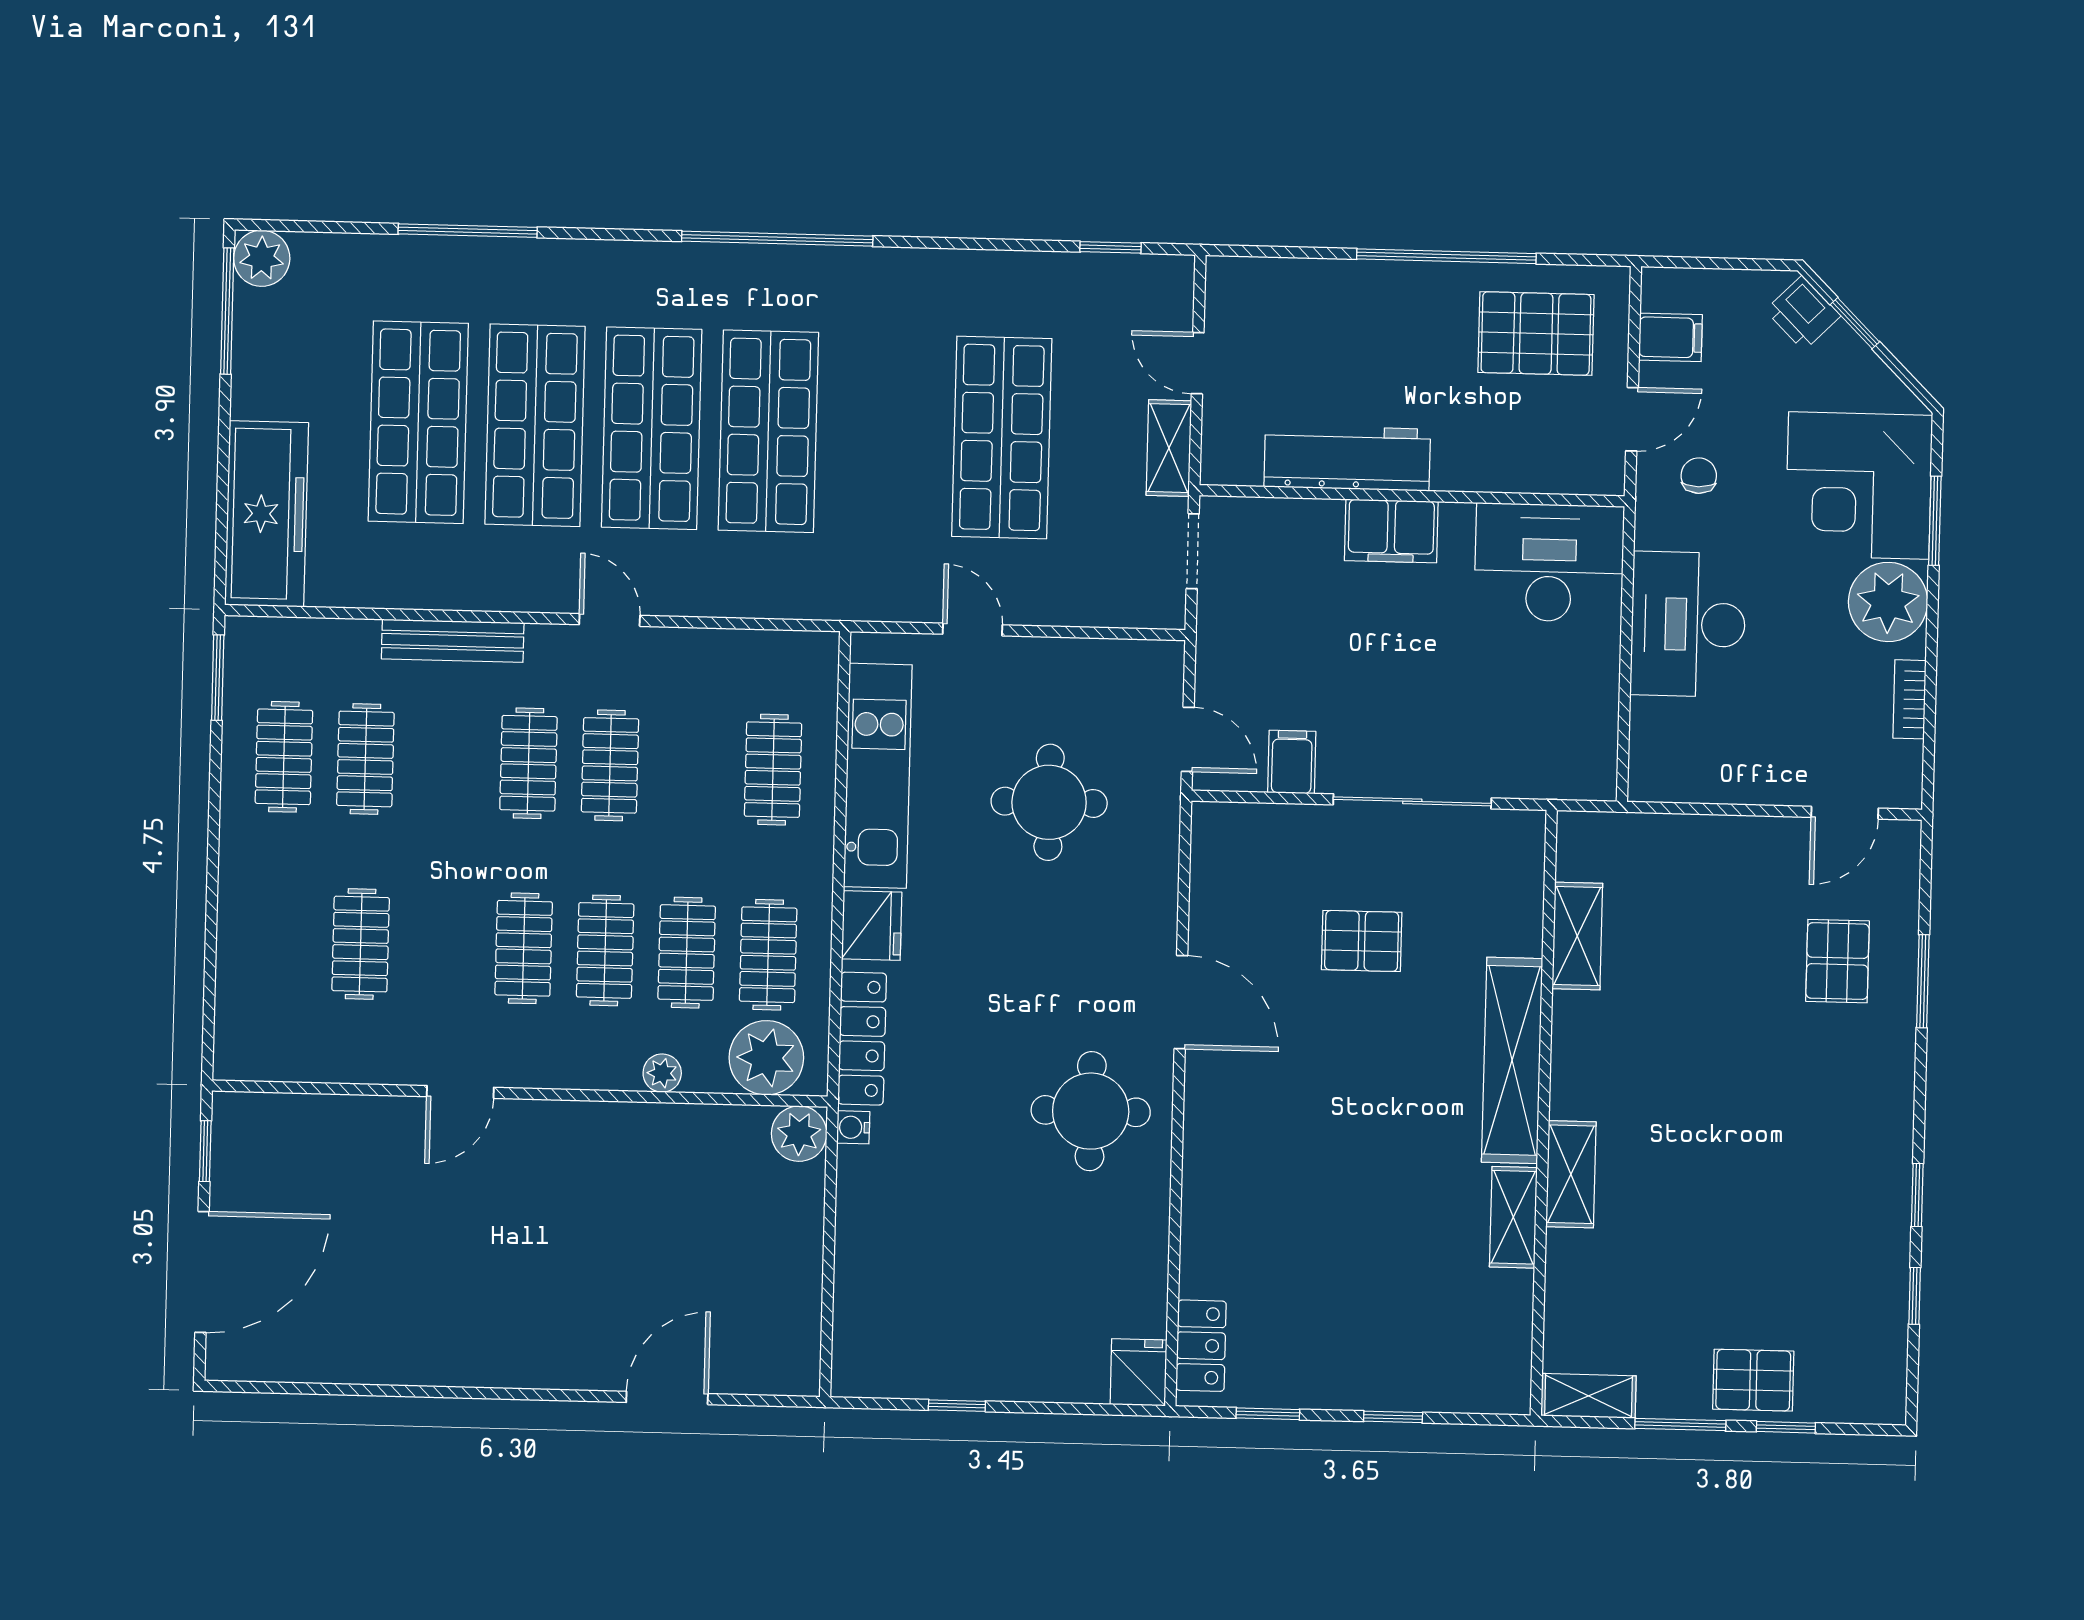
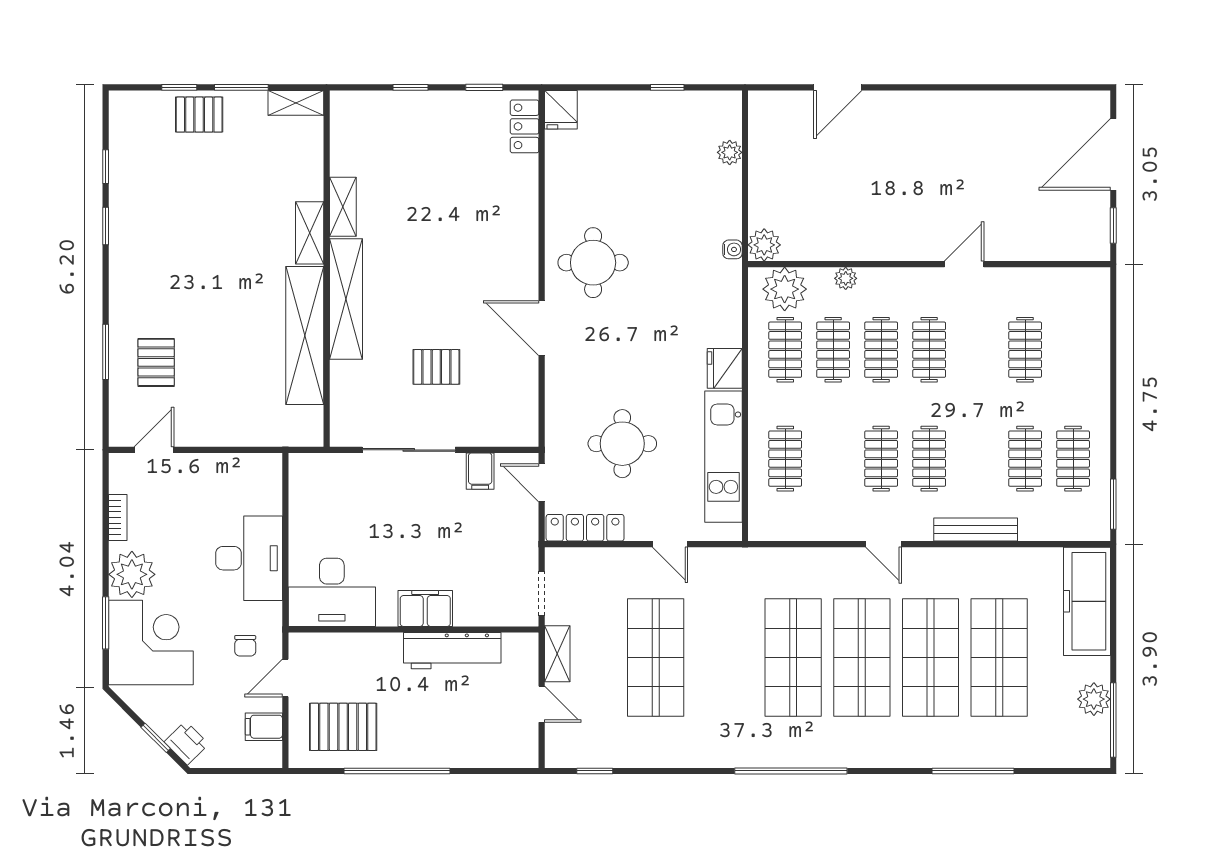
plant: (262, 258) -> (1094, 699), moved
shelving: (1577, 936) -> (305, 335), width x2.20, depth x1.33
locker: (862, 1039) -> (585, 528), moved, turned 90
plant: (854, 1292) -> (730, 152), added

